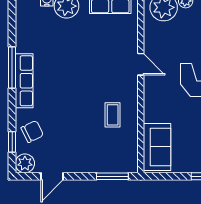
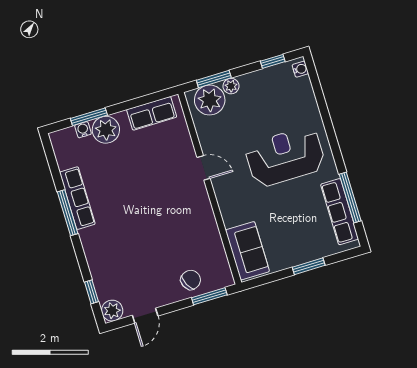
row of seats: (24, 81) -> (77, 198), moved
coffee table: (113, 115) -> (190, 231), removed
chair: (32, 132) -> (191, 280), moved

